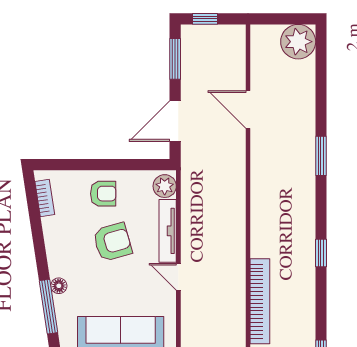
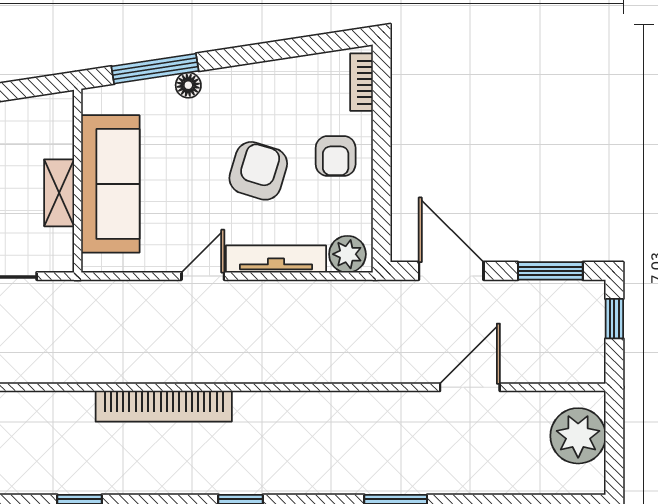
plant: (298, 42) -> (578, 436), moved
bookcase: (45, 198) -> (362, 82), moved, turned 99
armchair: (112, 242) -> (258, 171), turned -147

